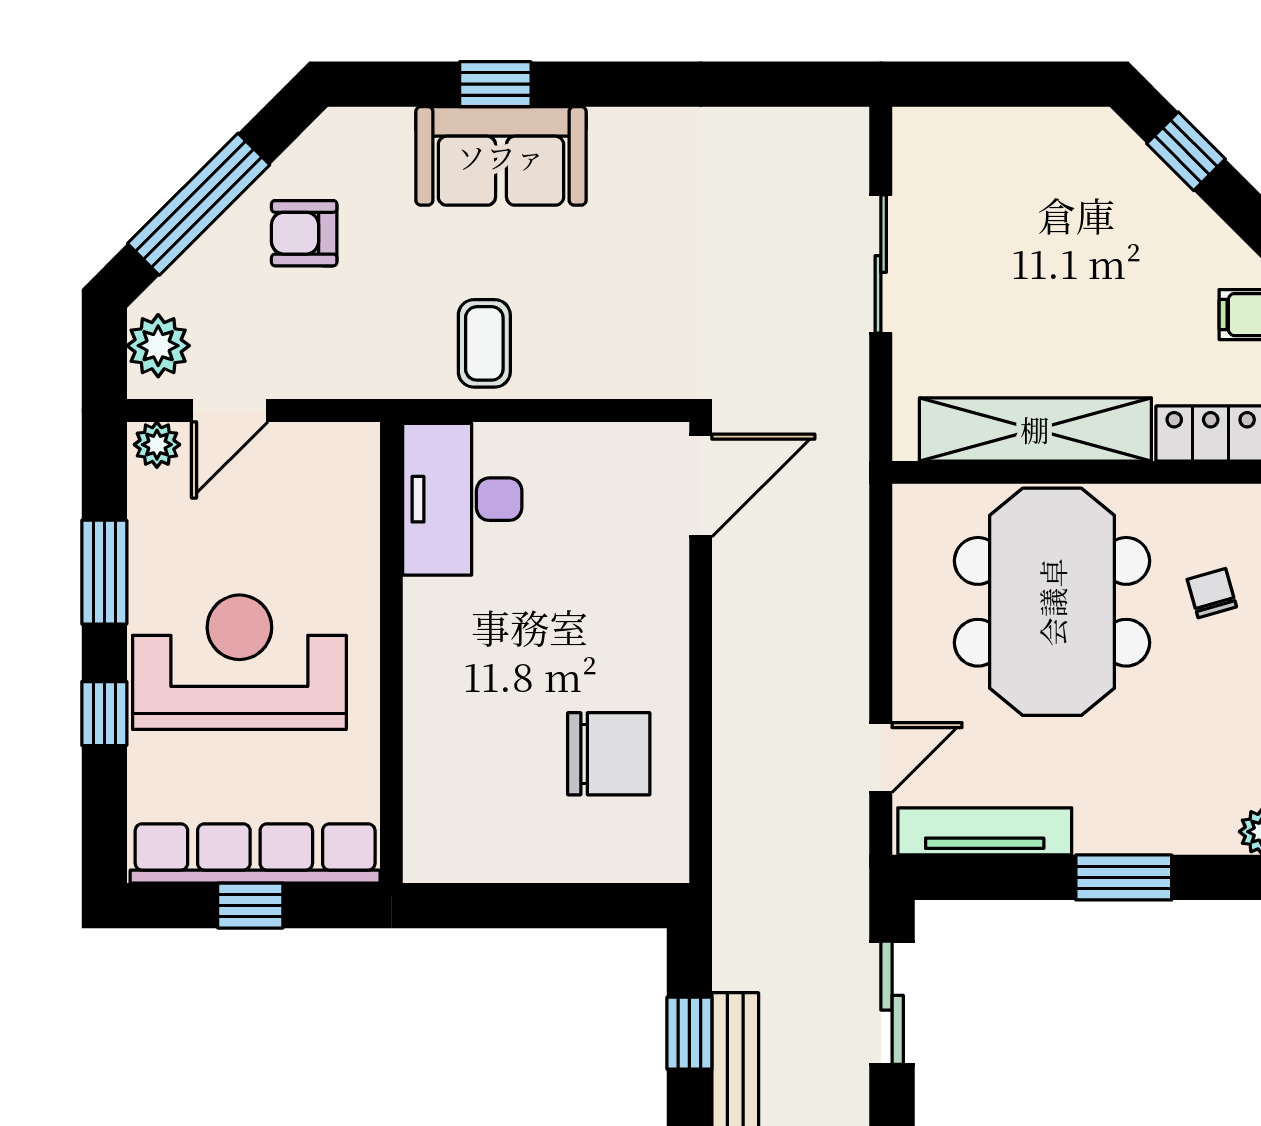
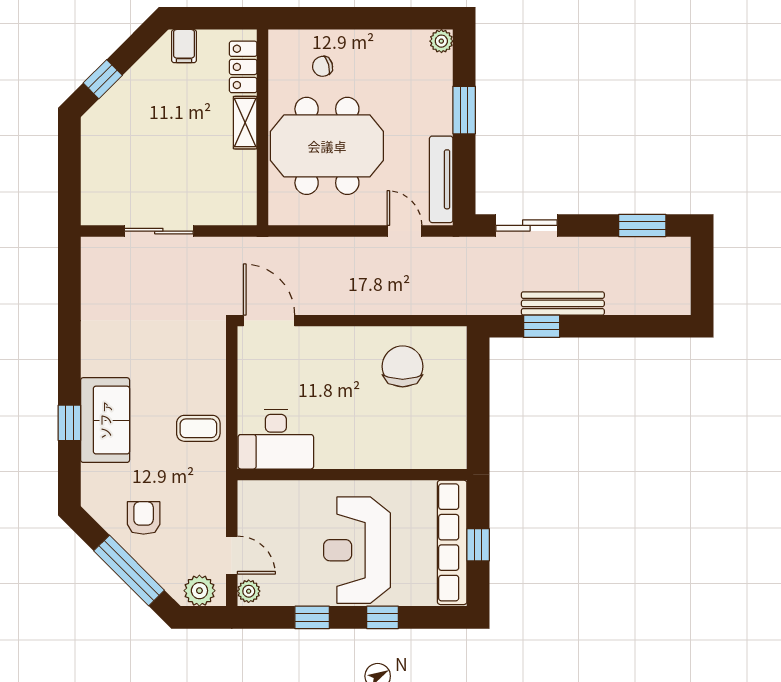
armchair: (304, 233) -> (144, 518), turned 180
shelving: (1035, 429) -> (245, 123), width x0.45, depth x0.75
window: (104, 572) -> (312, 617), width x0.67

